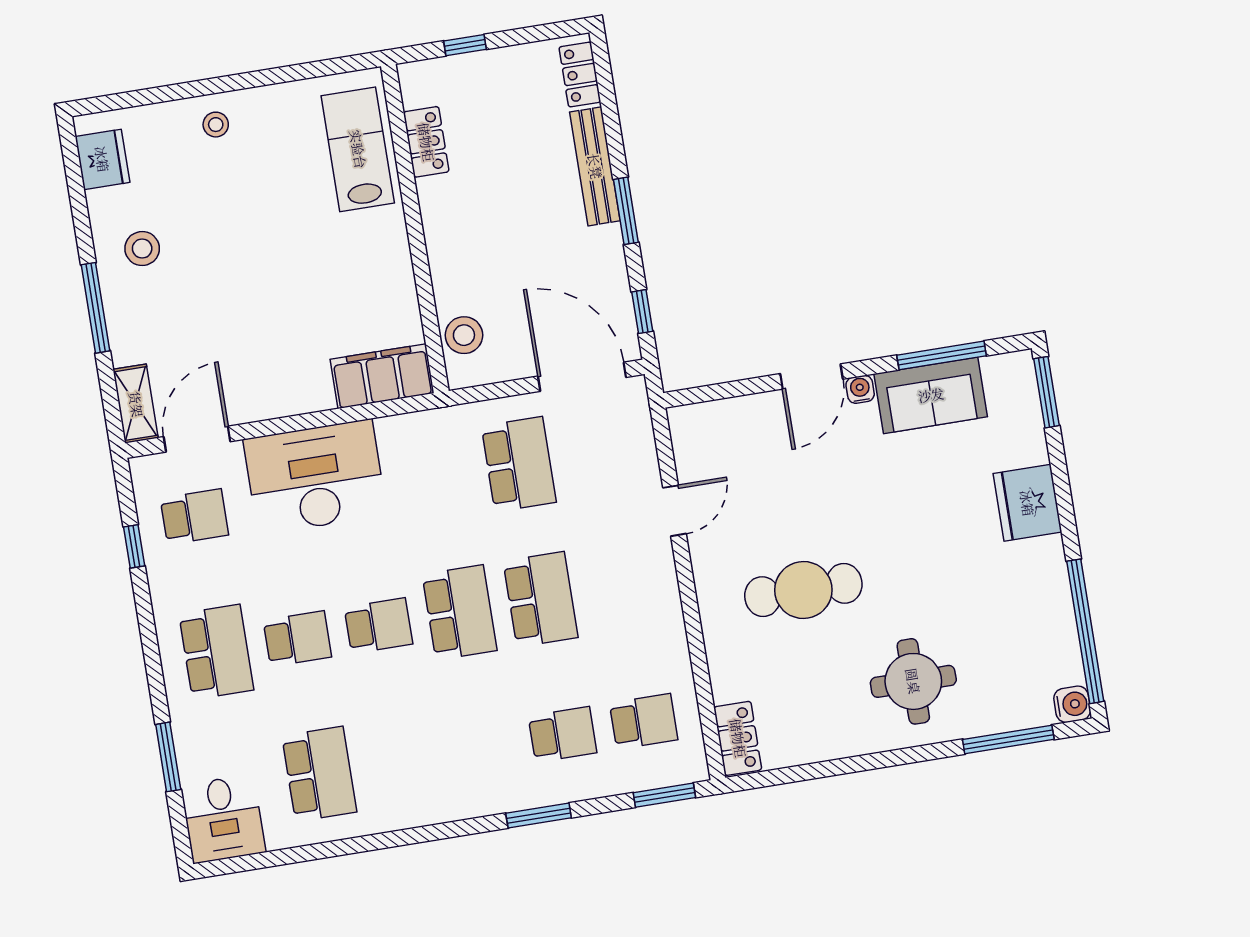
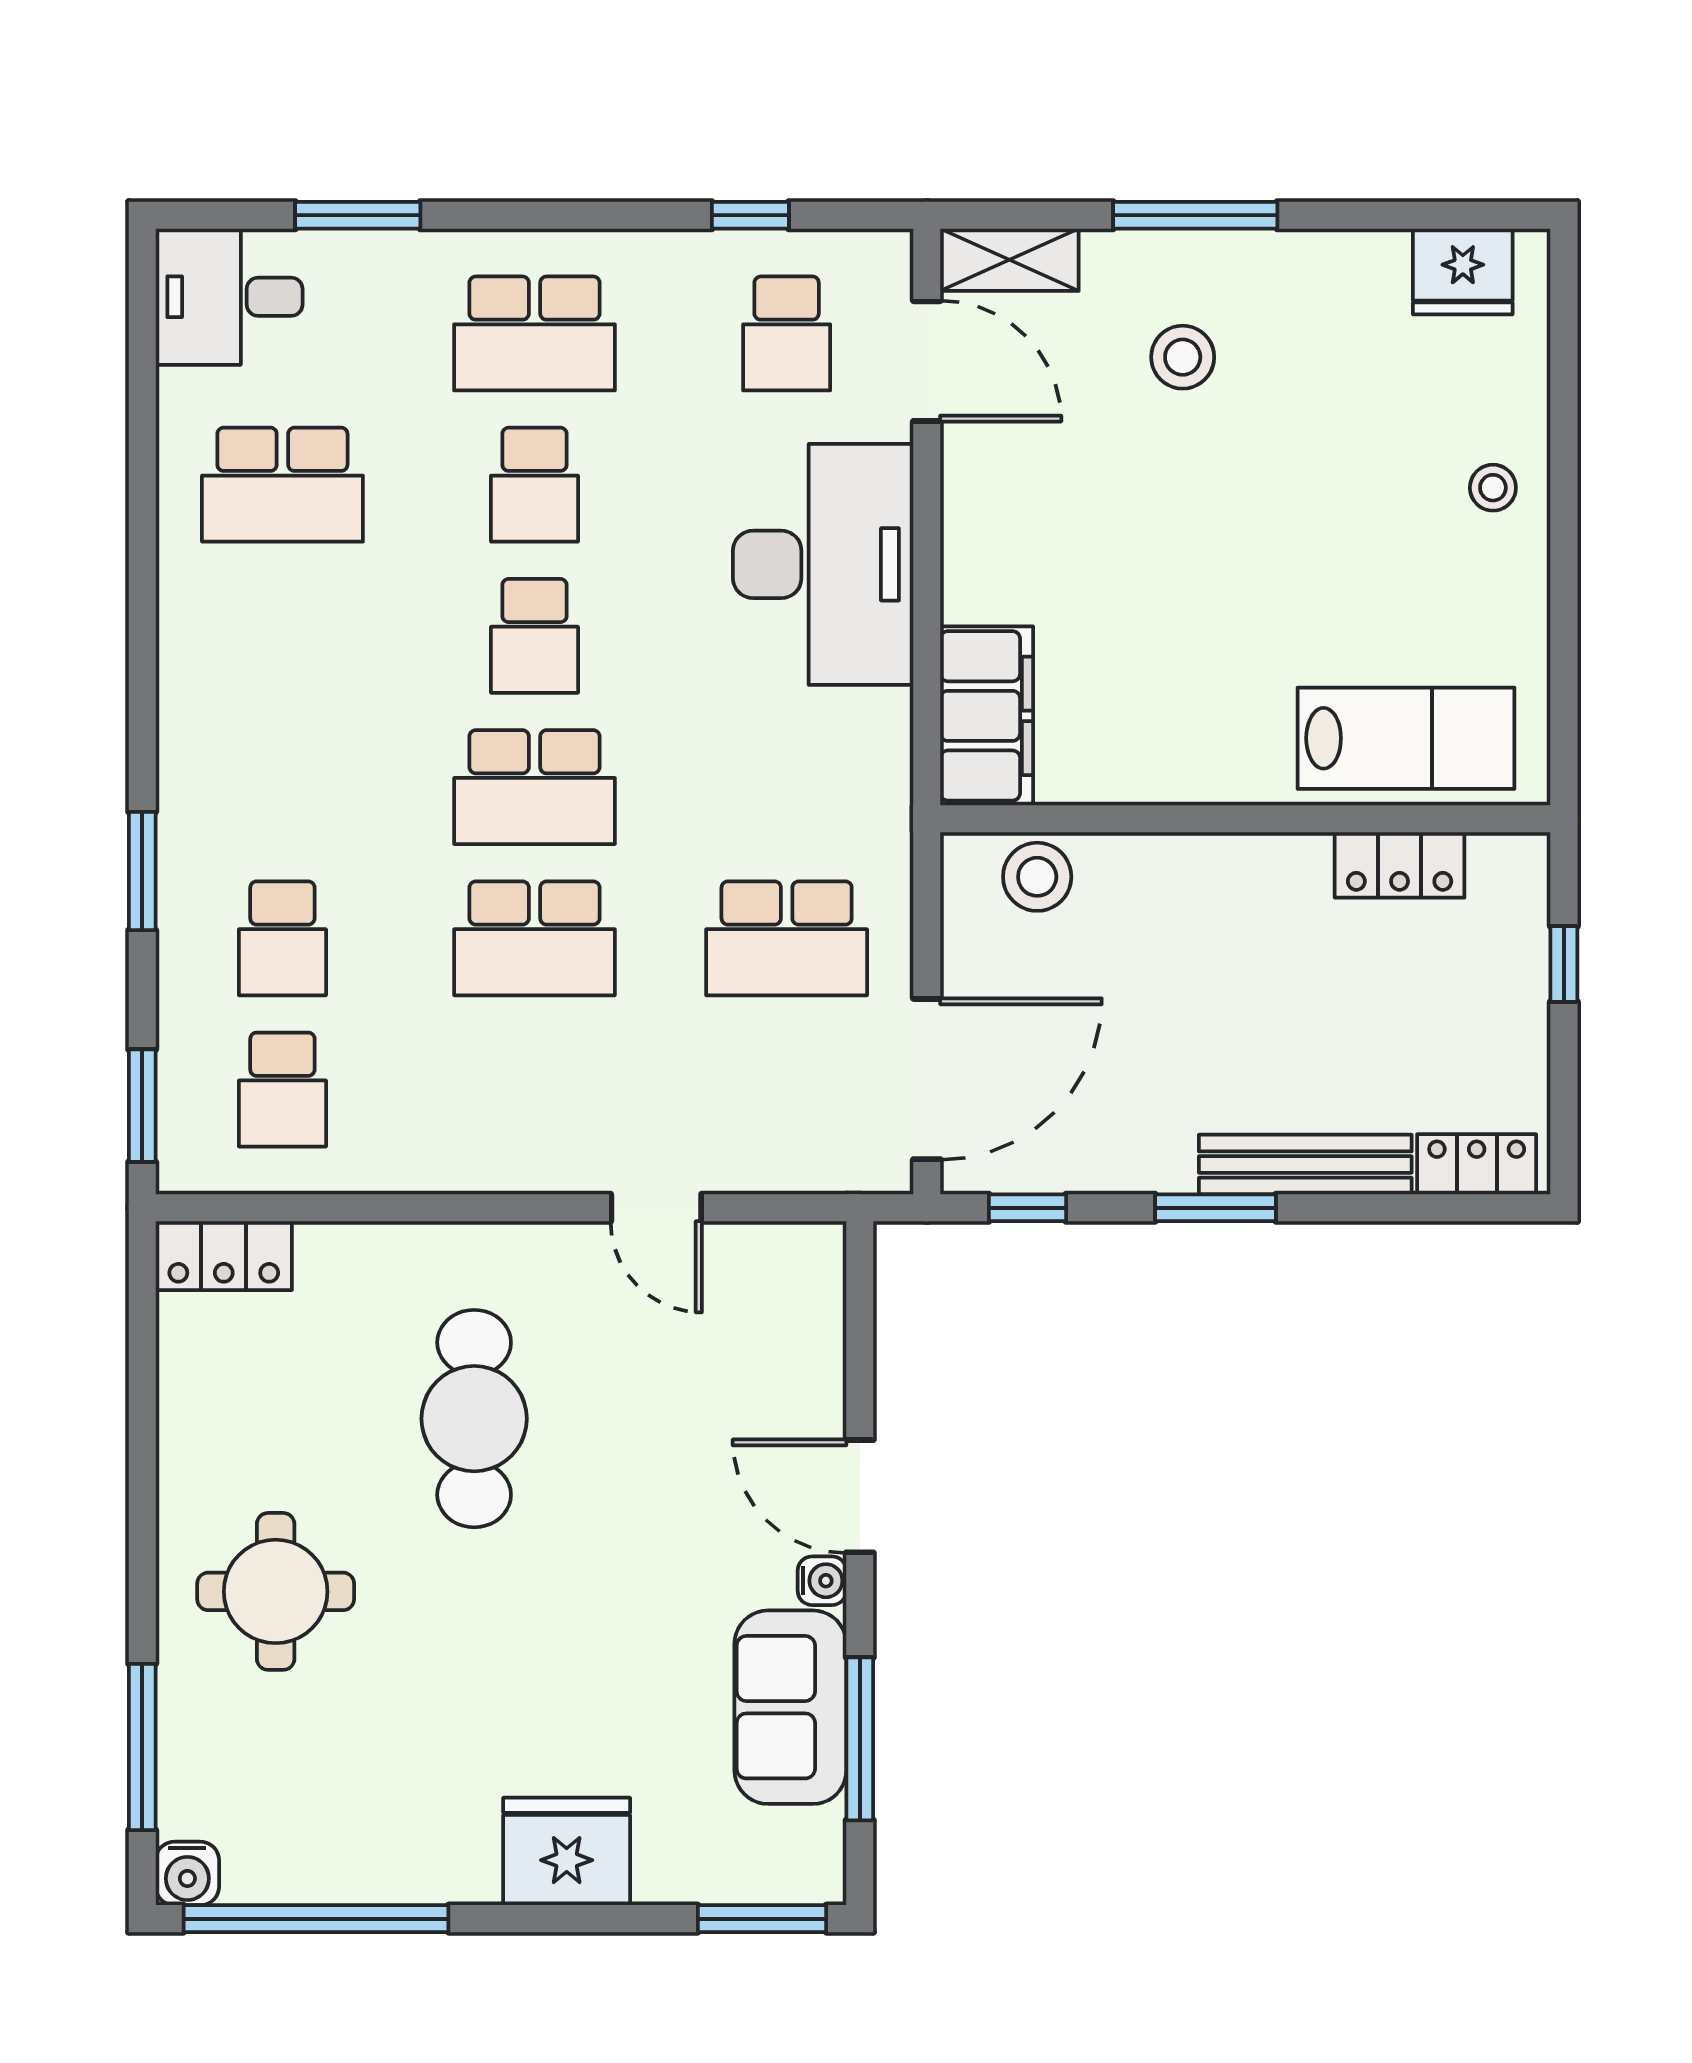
stool: (142, 249) -> (1183, 357), moved

